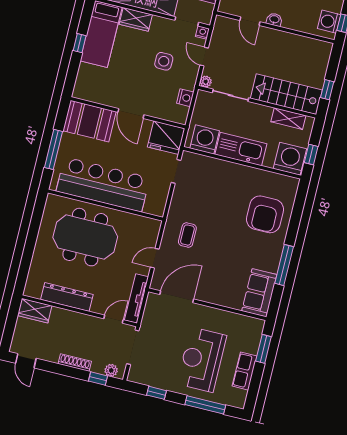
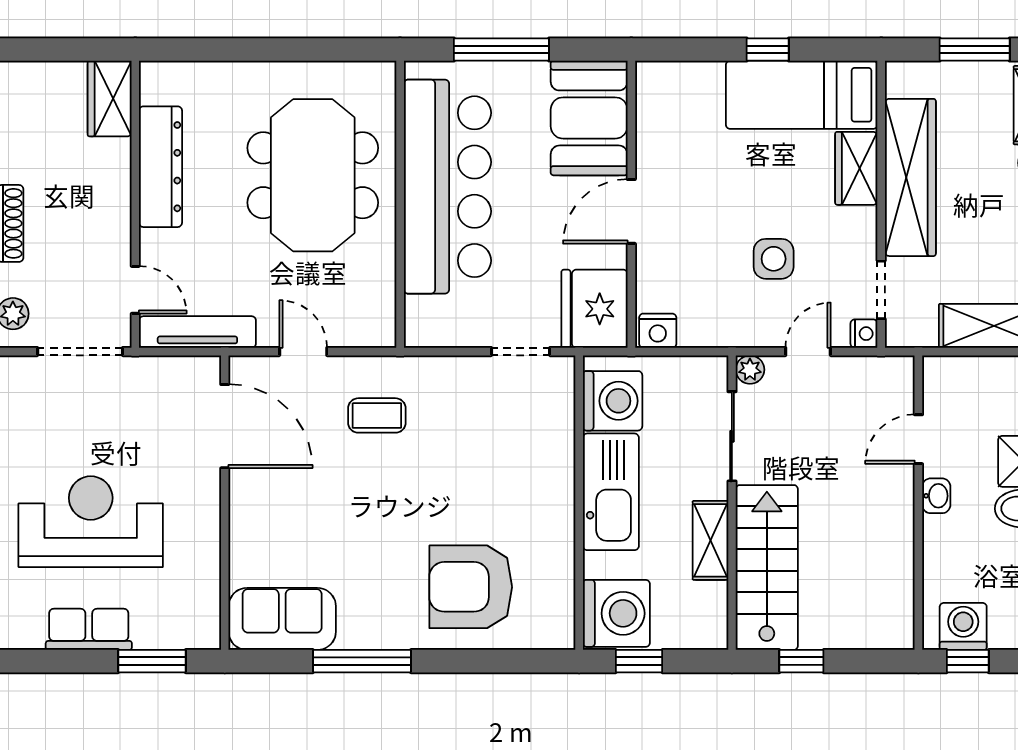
nightstand: (185, 98) -> (658, 331), moved
shelving: (288, 119) -> (710, 540), moved

